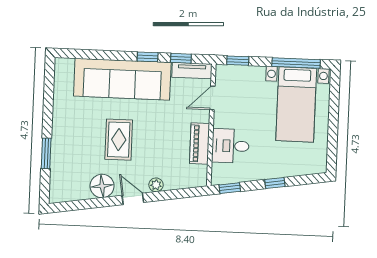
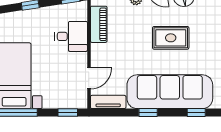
window: (181, 58) -> (196, 113), moved
rug: (119, 140) -> (171, 38), turned 90
piano: (200, 144) -> (99, 24), moved

